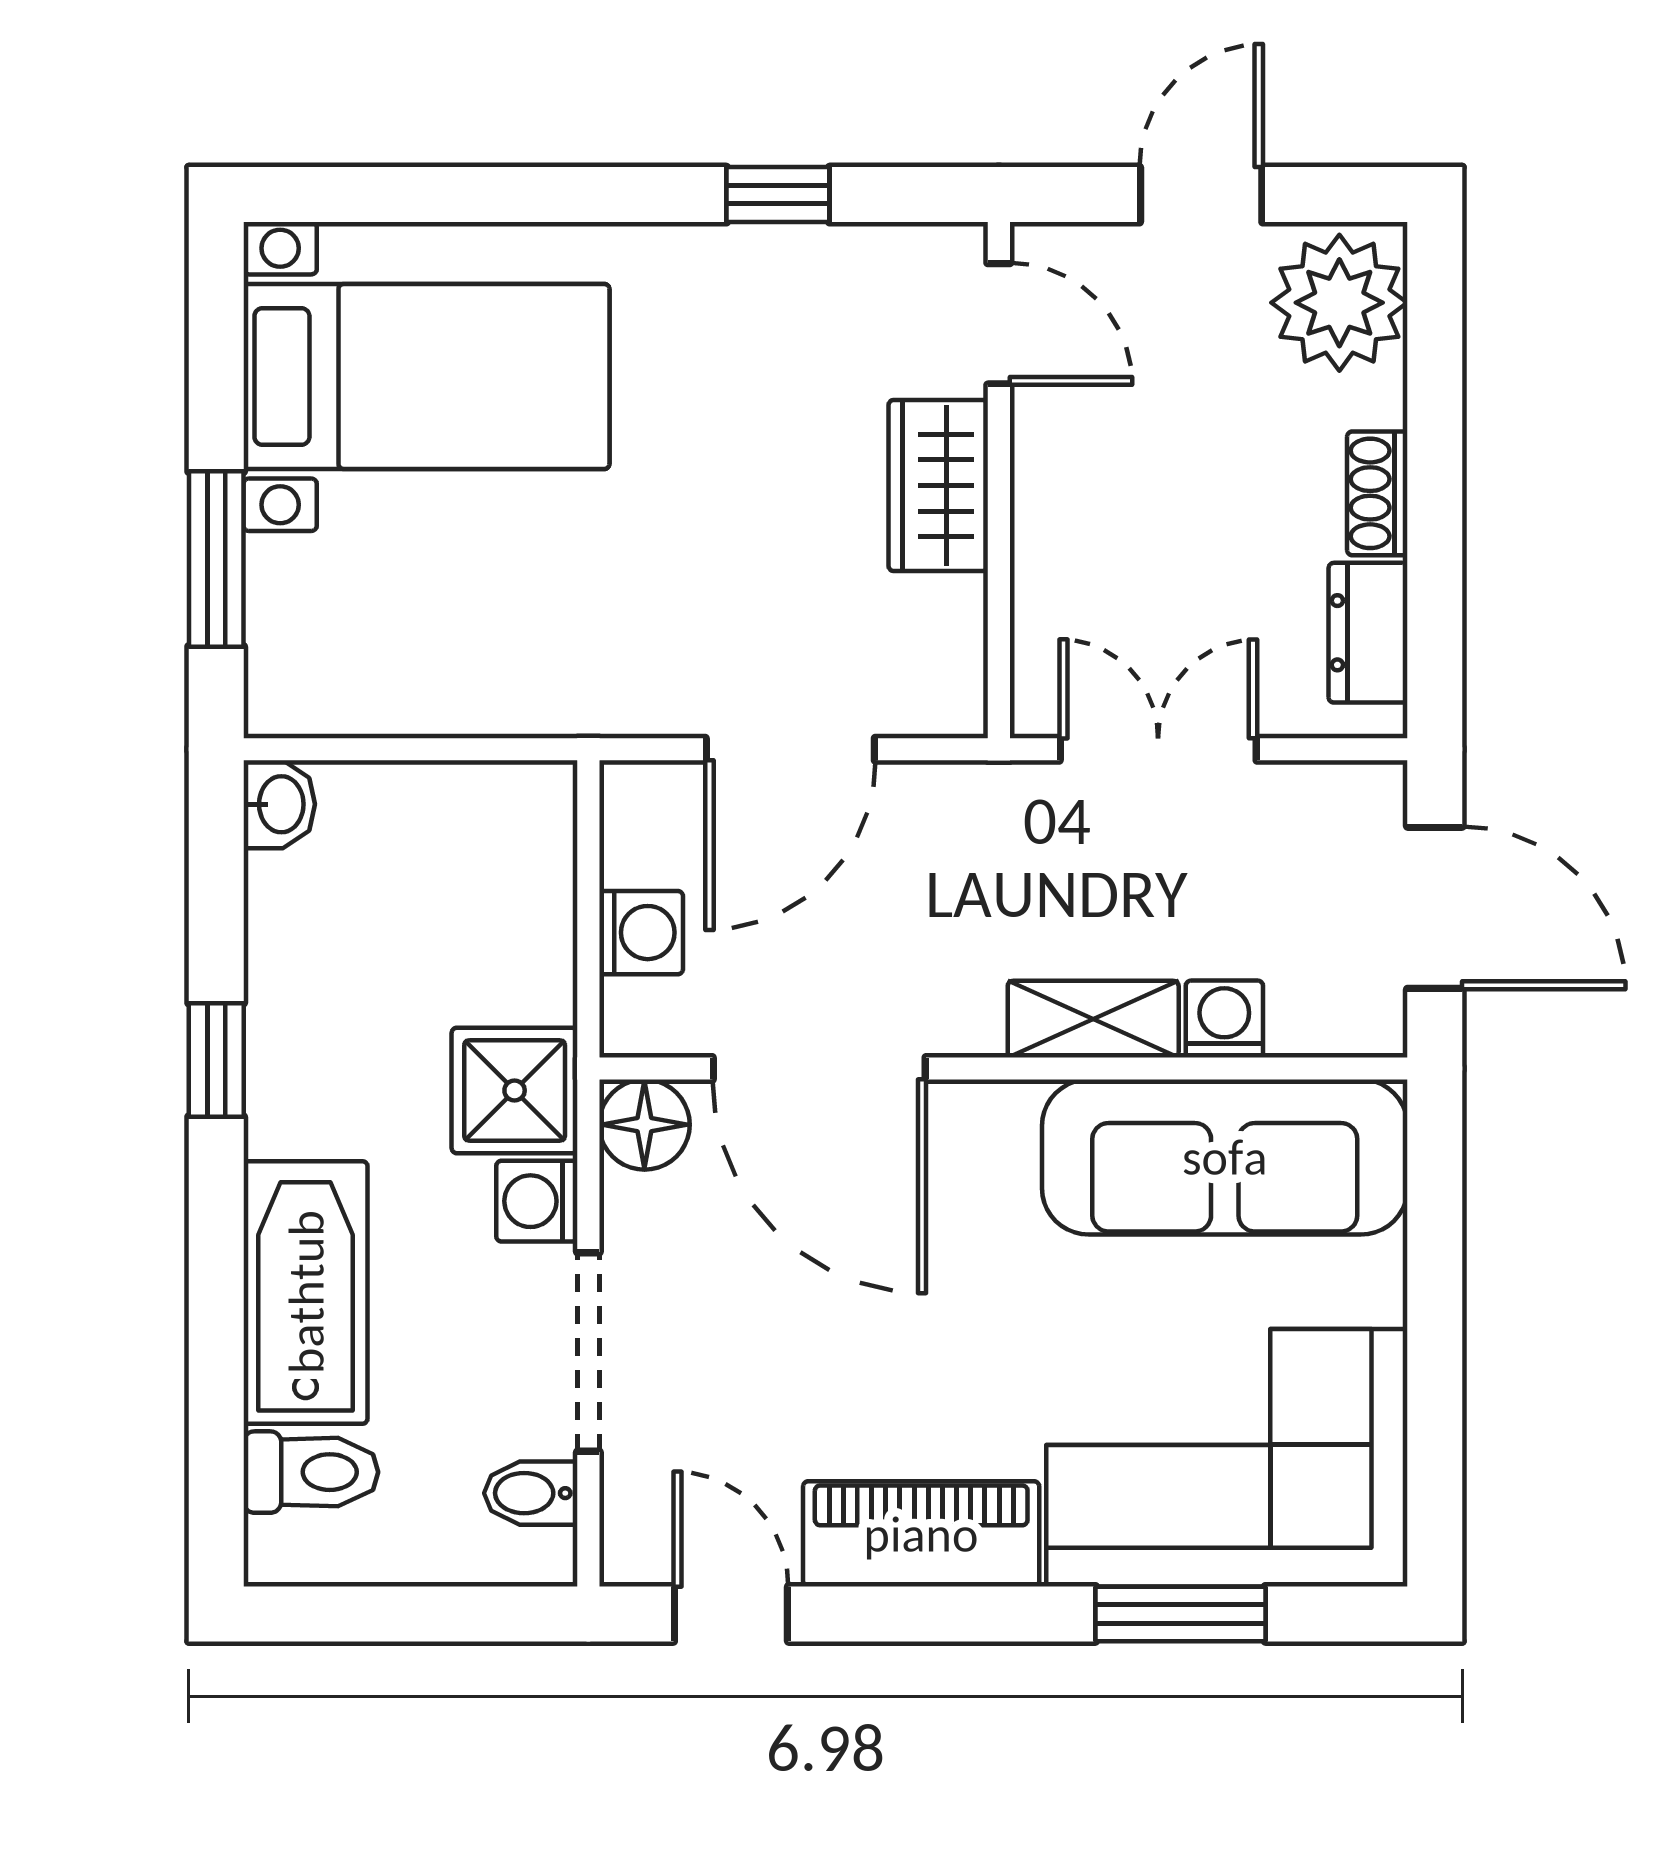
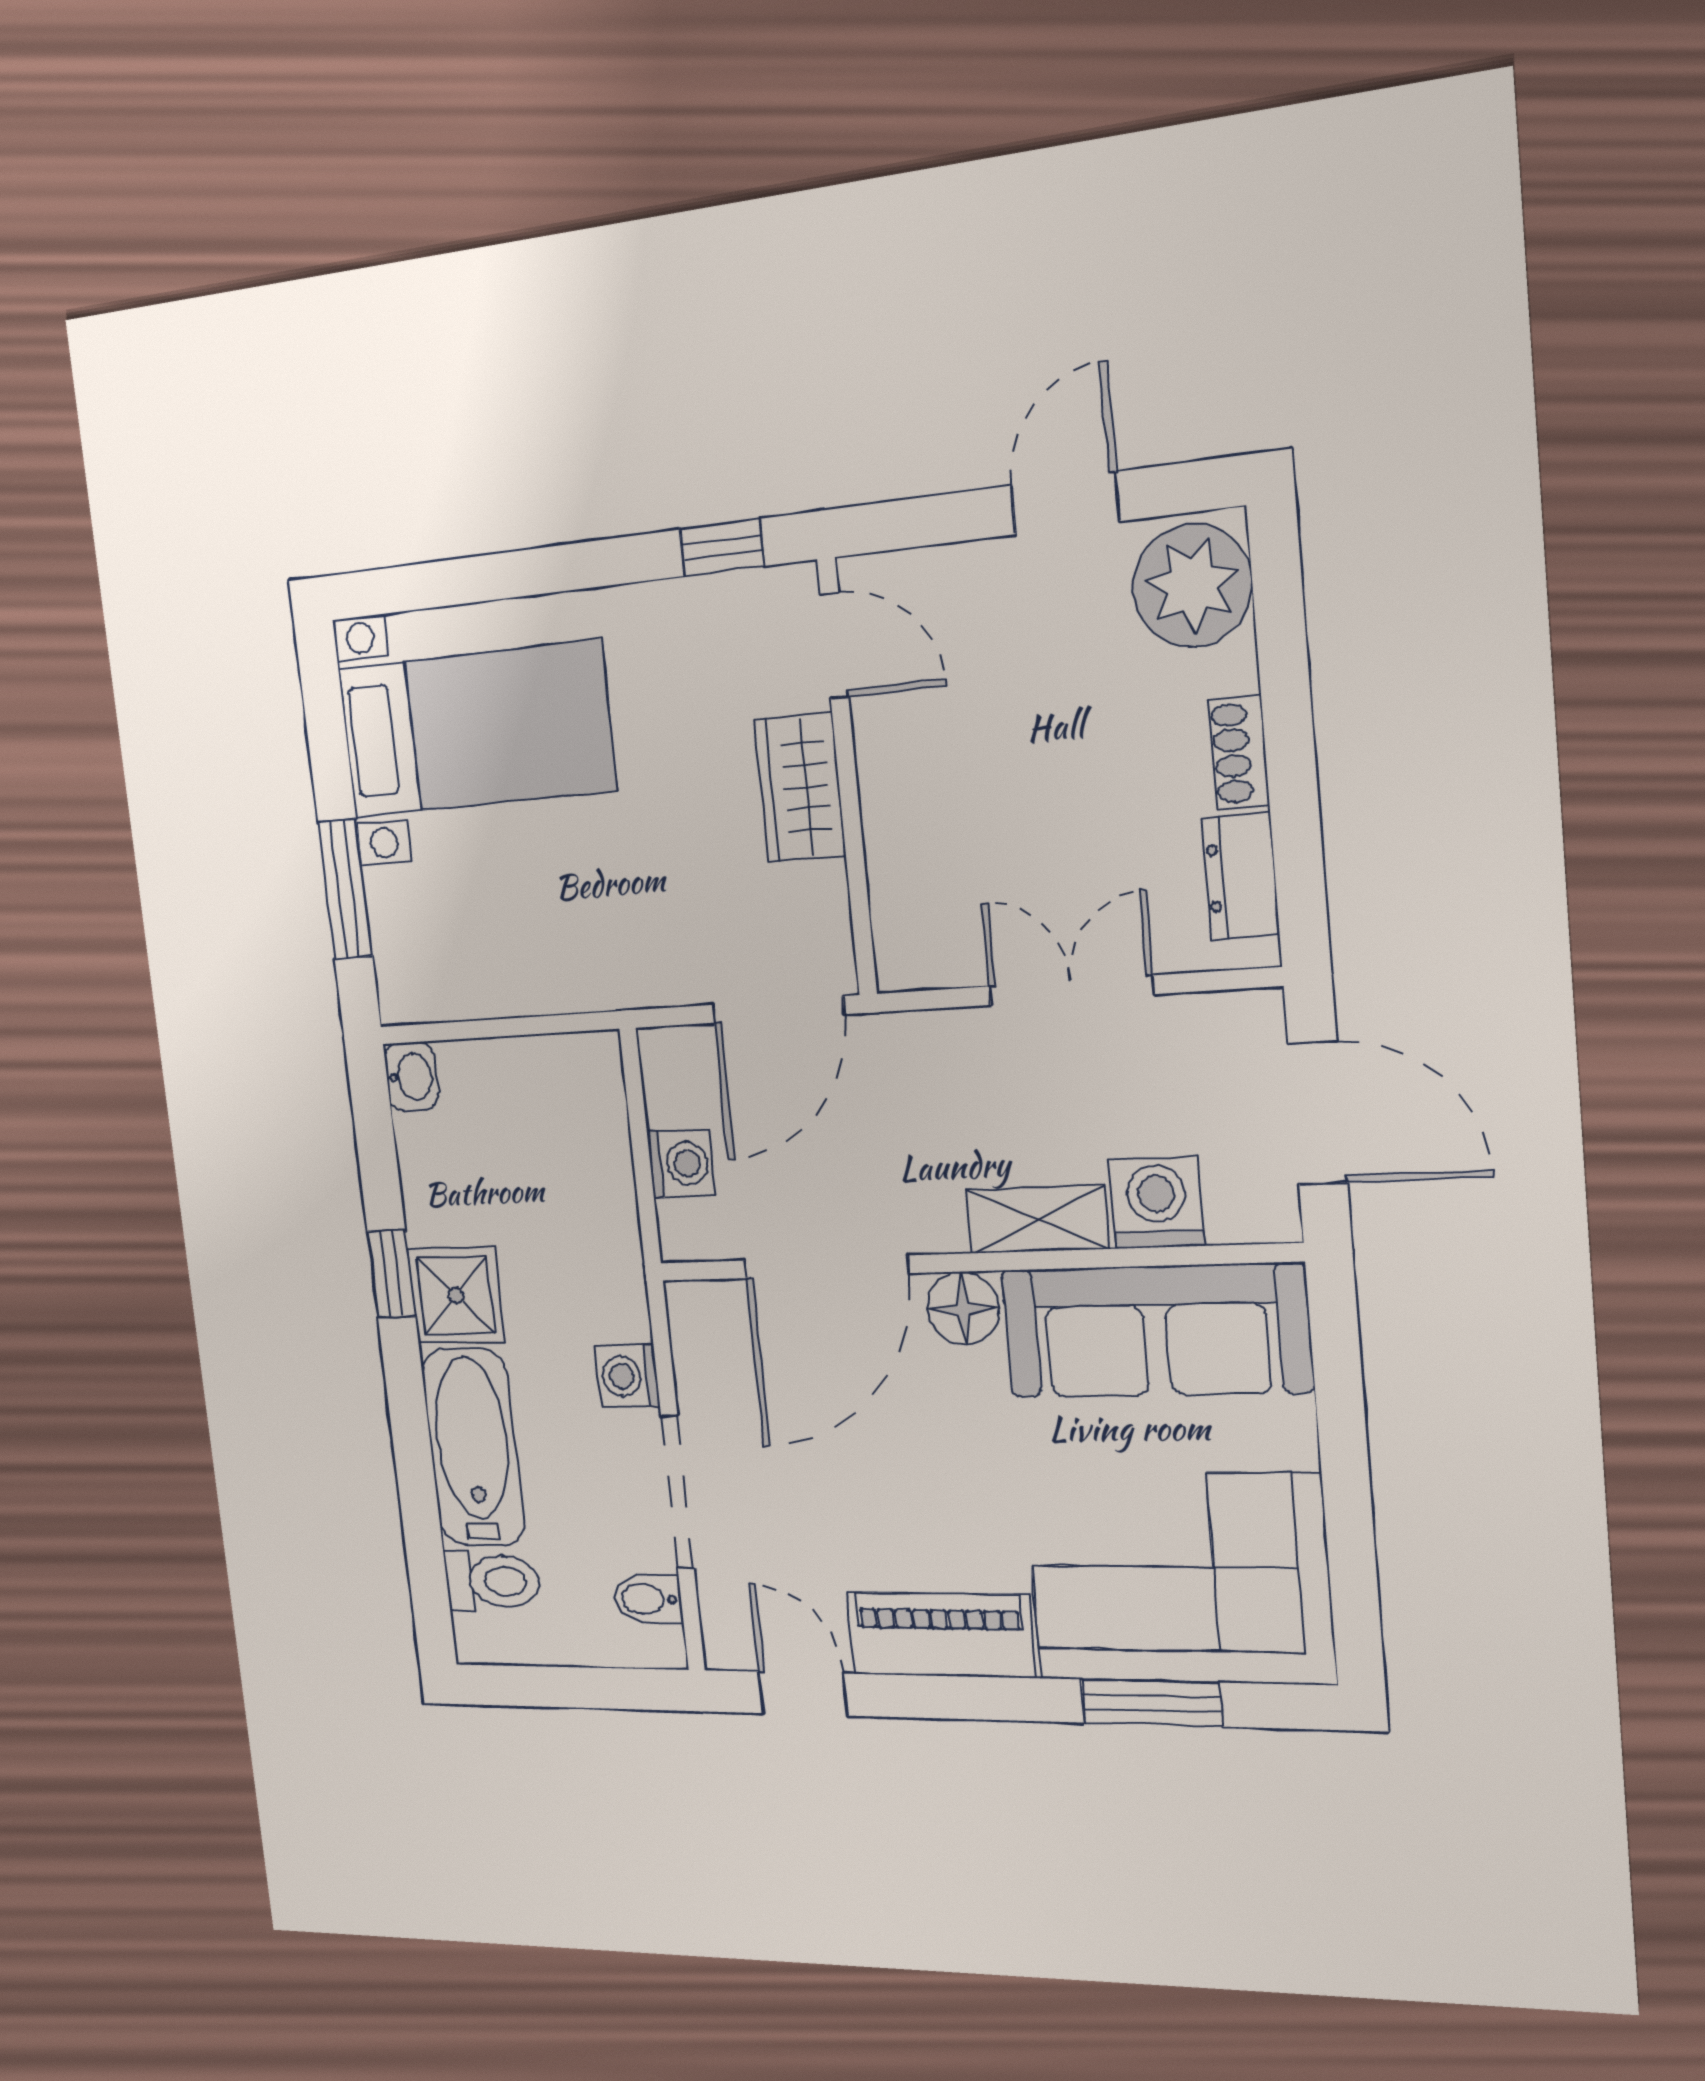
door: (999, 324) -> (834, 646), moved
wall: (999, 480) -> (847, 778), moved
wardrobe: (938, 486) -> (800, 788), moved
washing machine: (1224, 1019) -> (1157, 1203), width x1.38, depth x1.38
door: (819, 1068) -> (826, 1267), hinge flipped
shower: (515, 1090) -> (456, 1295), moved
floor lamp: (644, 1125) -> (963, 1309), moved

